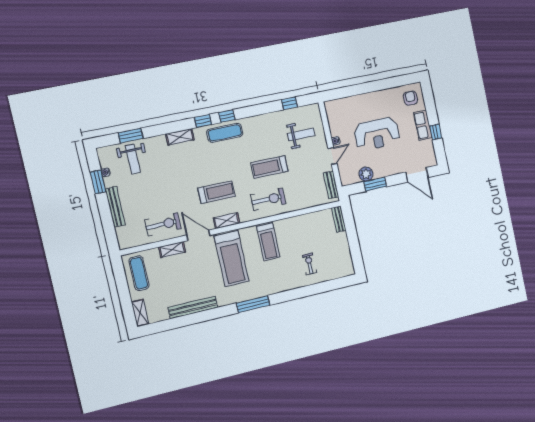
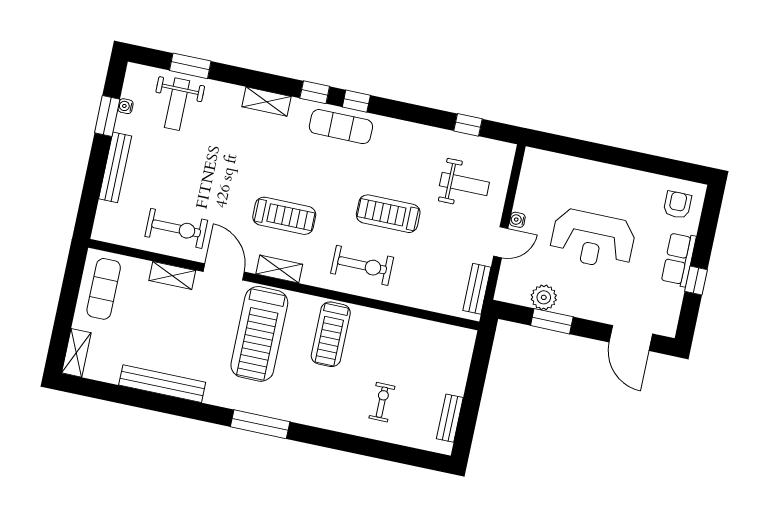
bench: (339, 219) -> (450, 418), moved

